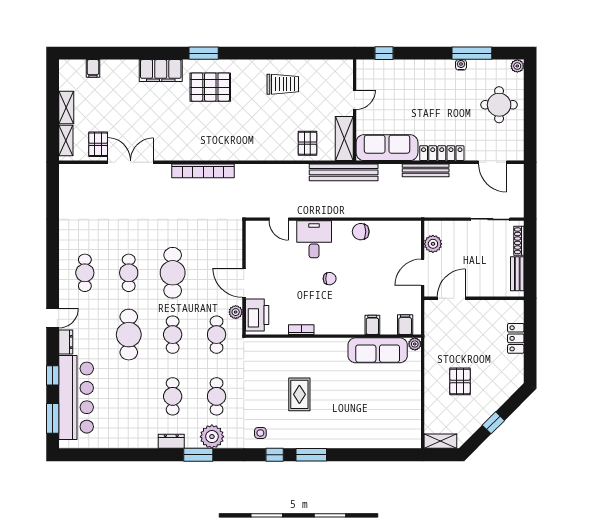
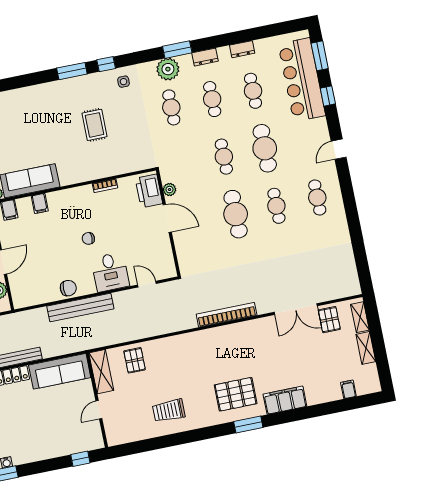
bench: (344, 172) -> (80, 308), moved
cafe table: (217, 335) -> (253, 91), moved
dresser: (66, 342) -> (242, 49), moved, turned -90

